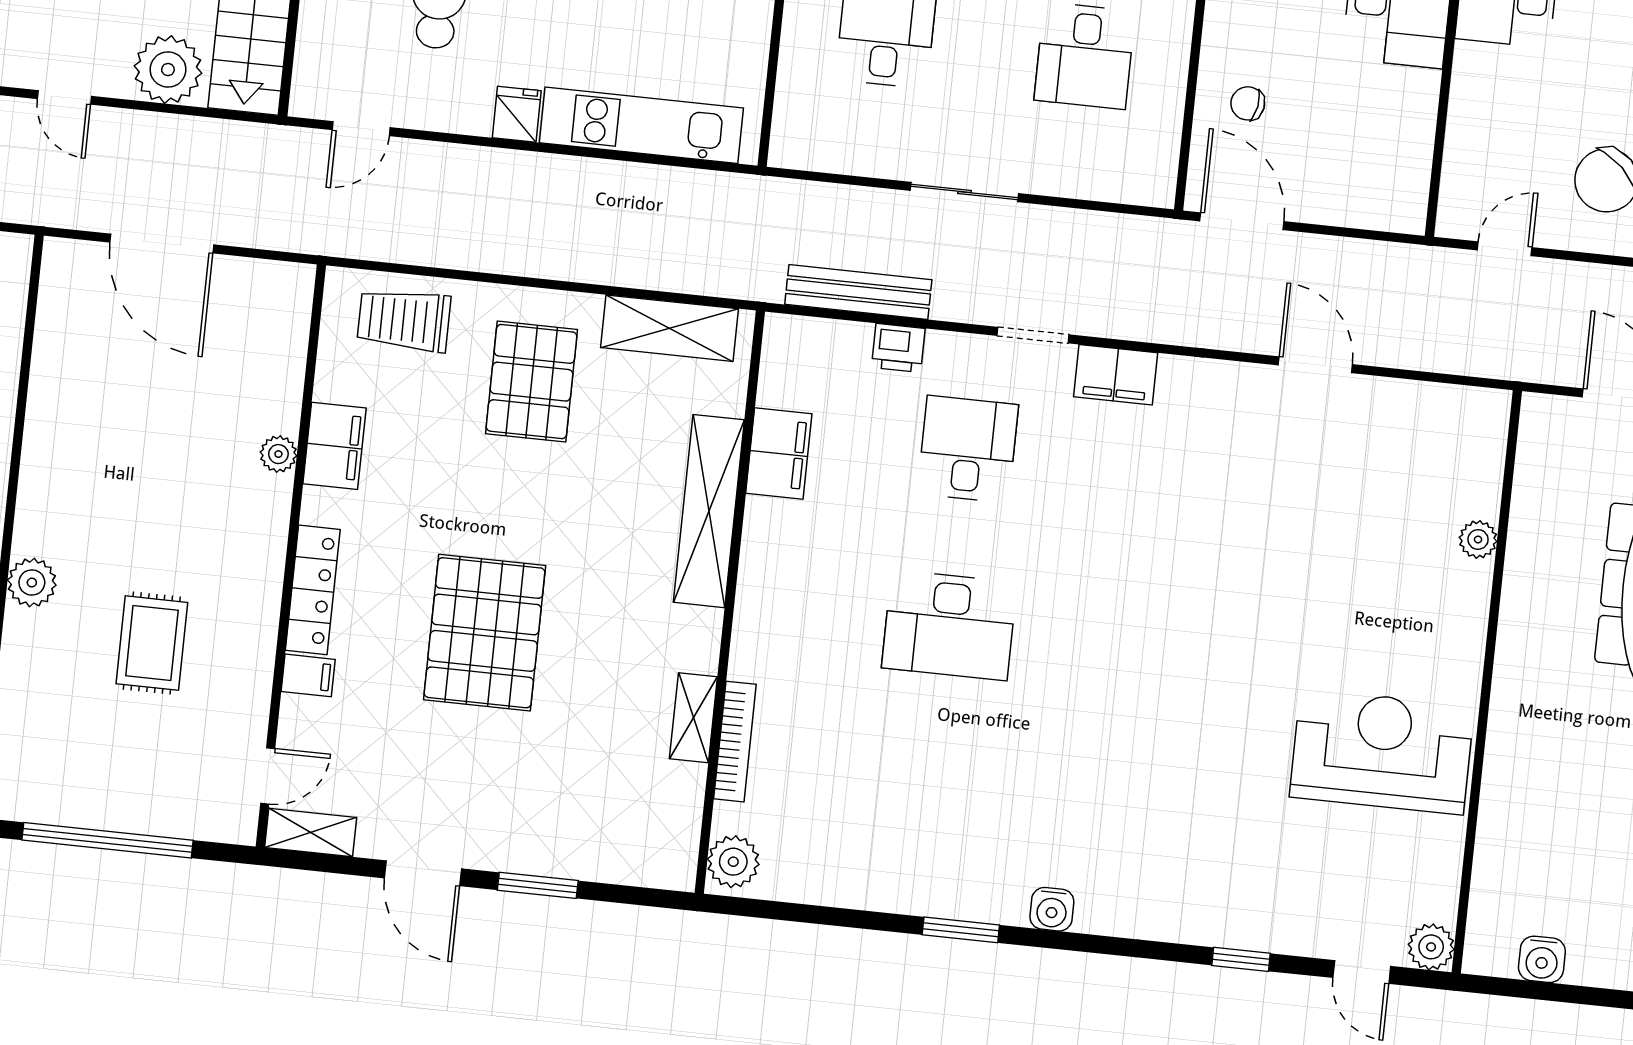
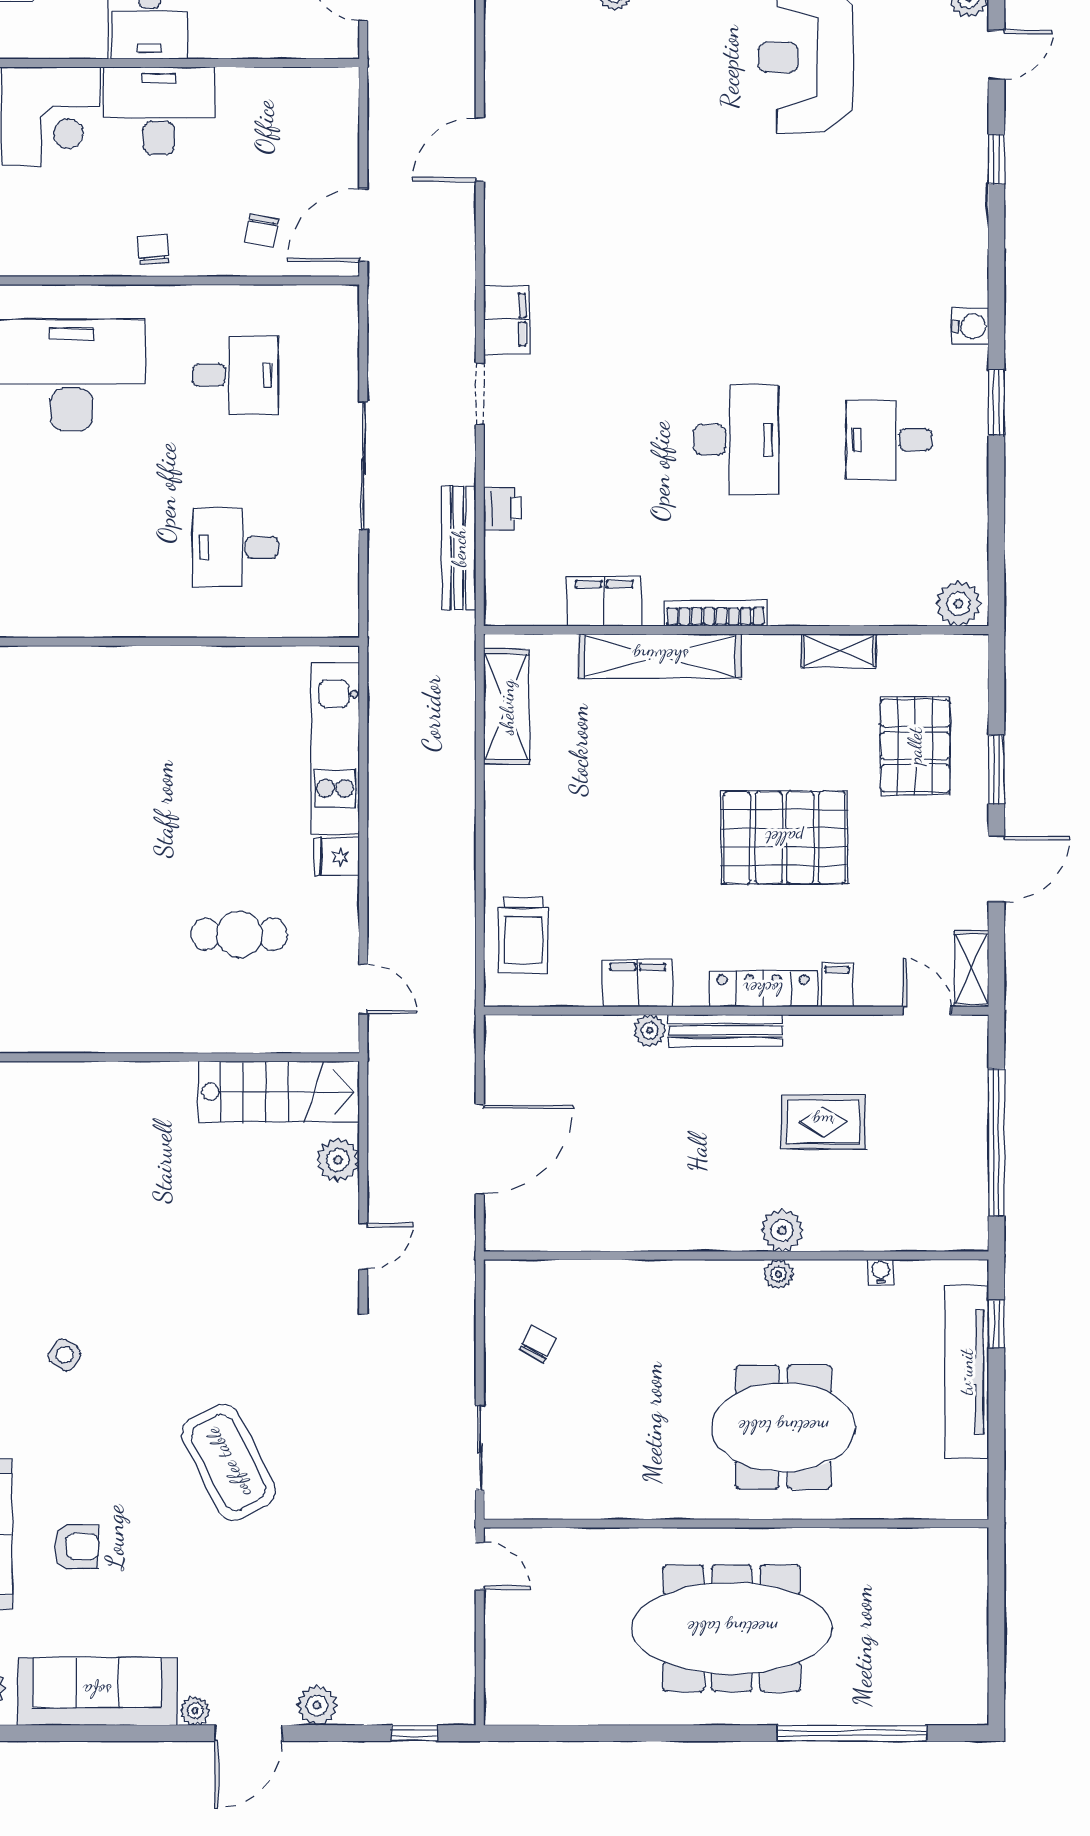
plant: (168, 70) -> (338, 1160), width x0.73, depth x0.73
sliding door: (965, 192) -> (363, 466), width x1.37
pallet: (532, 382) -> (915, 746), moved, turned 90
desk: (968, 449) -> (889, 440), moved
bench: (269, 542) -> (726, 1031), added
bookcase: (735, 742) -> (715, 613), moved

